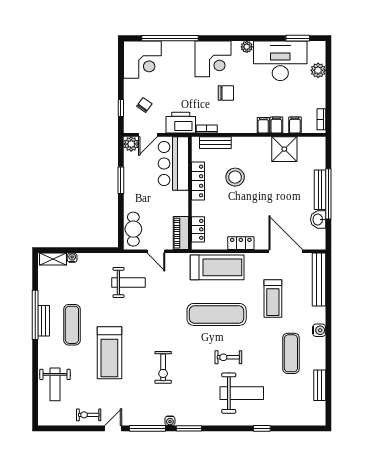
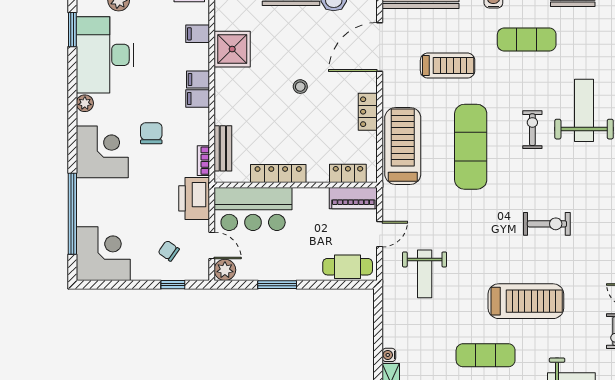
filing cabinet: (276, 125) -> (198, 98), moved
stool: (235, 177) -> (300, 87), moved, width x0.53, depth x0.53
weight bench: (128, 282) -> (425, 274), turned 180
exercise bike: (228, 357) -> (532, 130), turned 180

